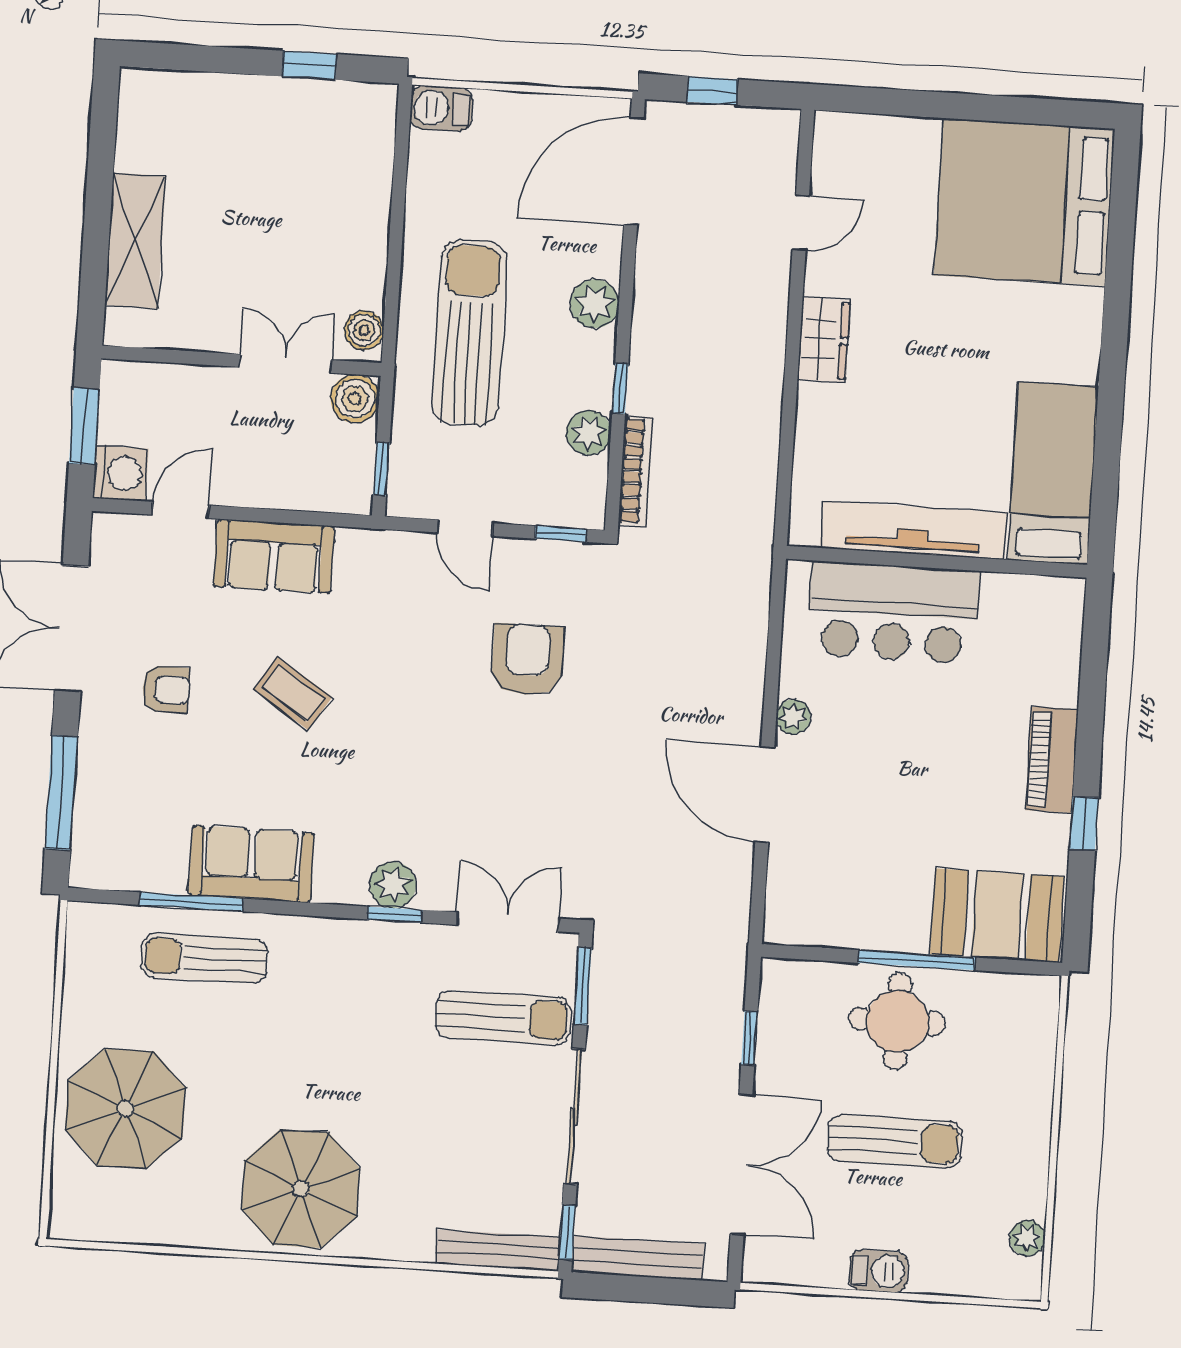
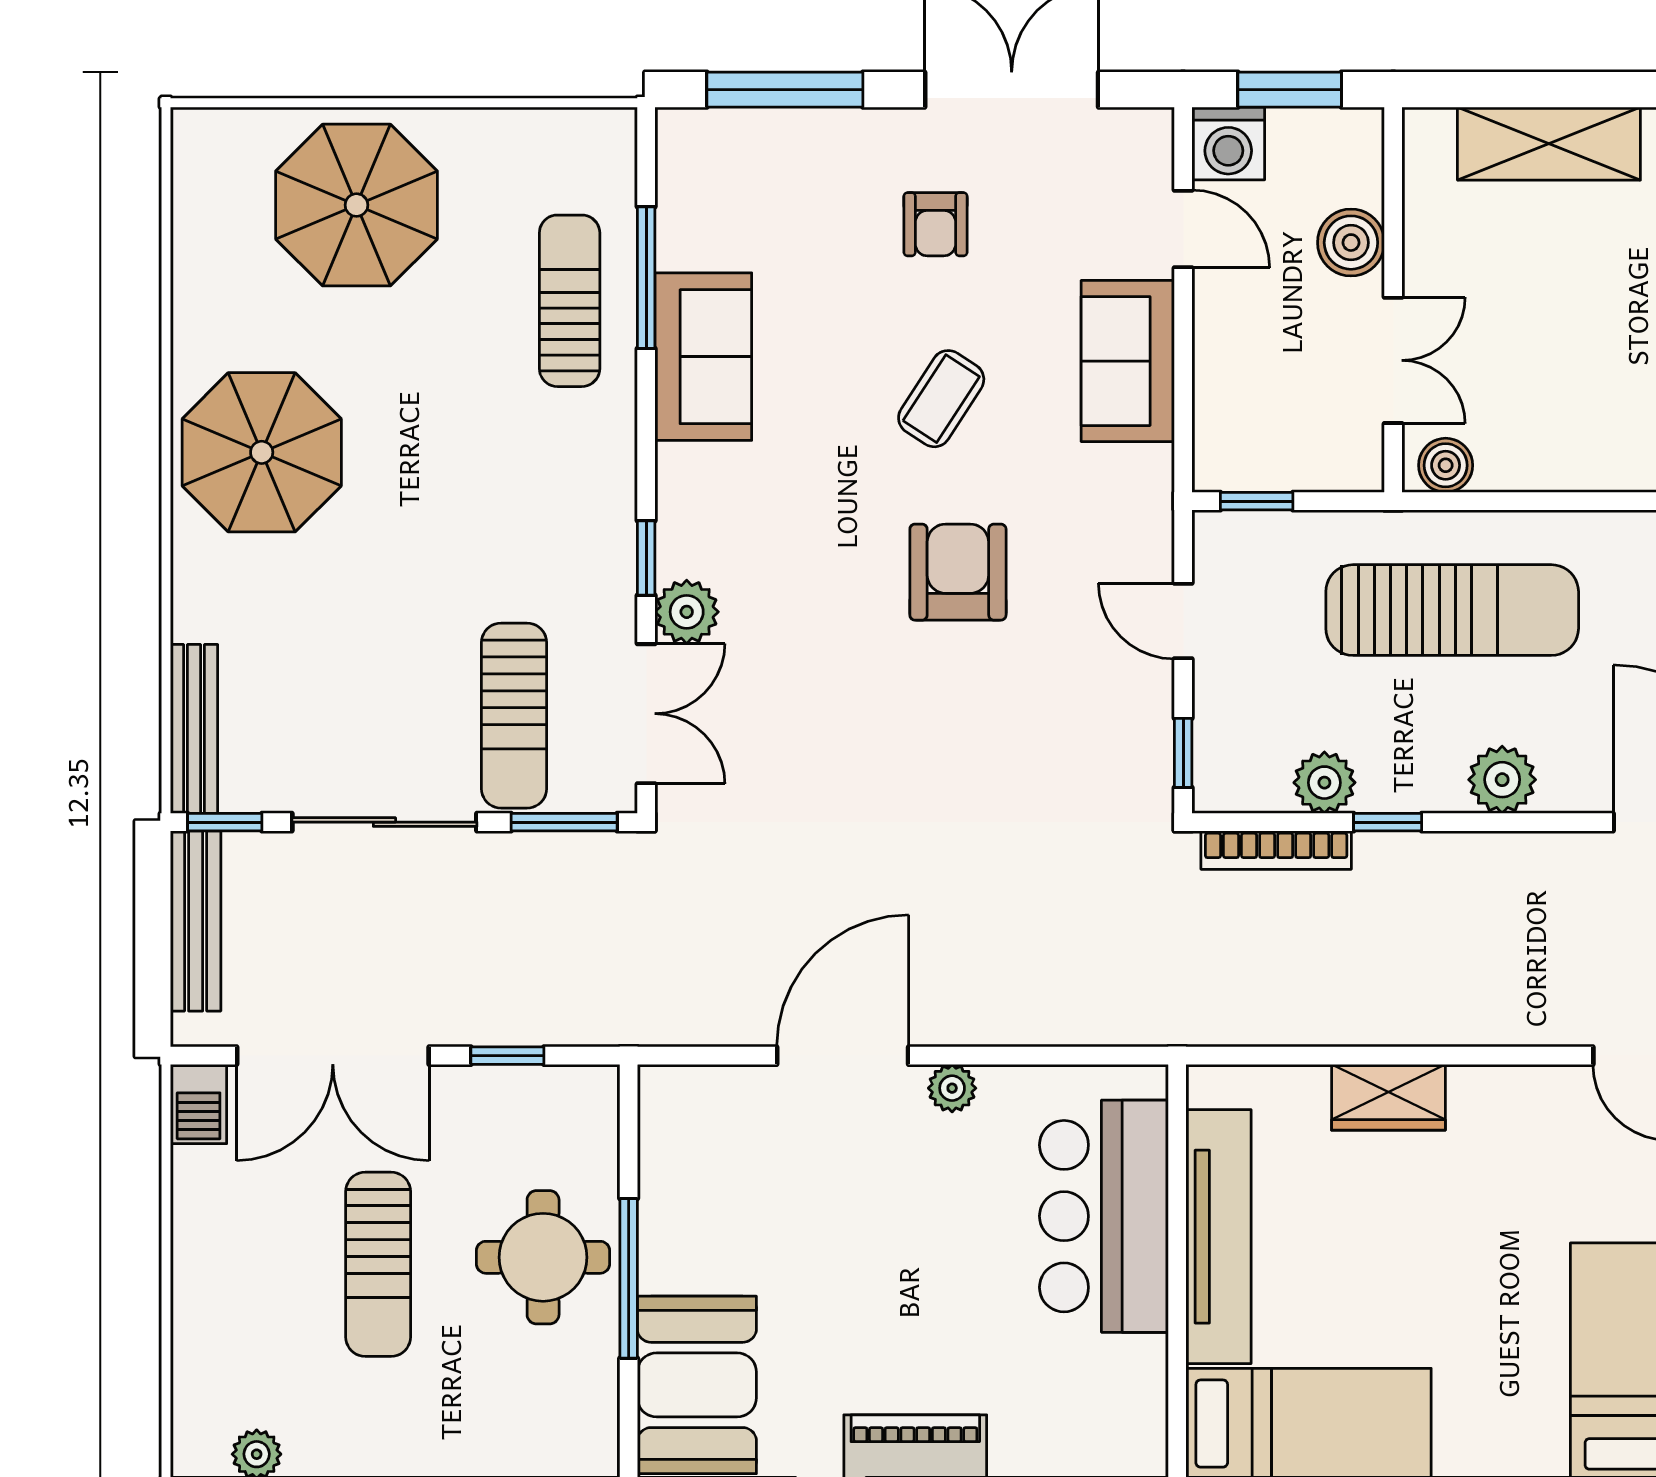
wardrobe: (824, 340) -> (1388, 1097), moved
boiler: (355, 399) -> (1351, 243), moved
door: (465, 528) -> (1183, 621), hinge flipped
armchair: (527, 660) -> (958, 572), moved, turned -90
plant: (393, 885) -> (687, 612), moved
barbecue: (878, 1271) -> (199, 1104), moved

